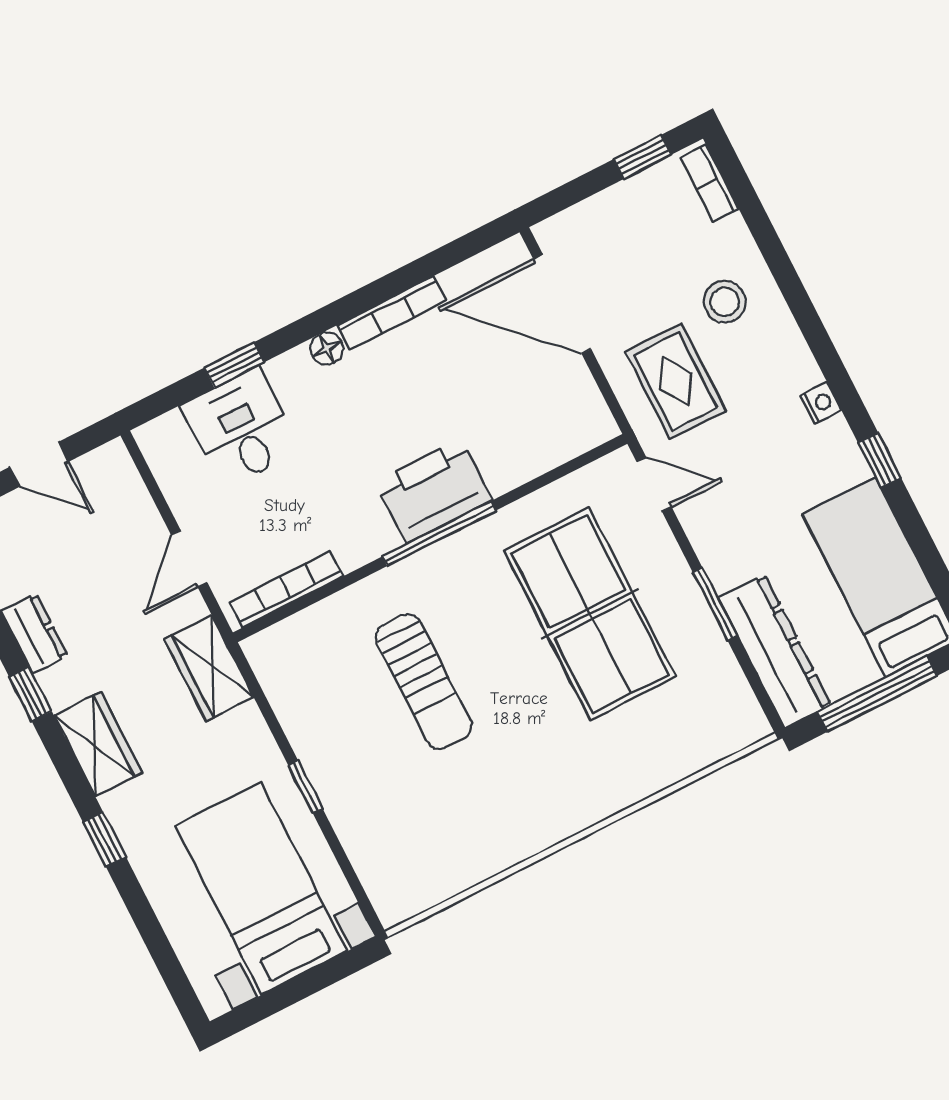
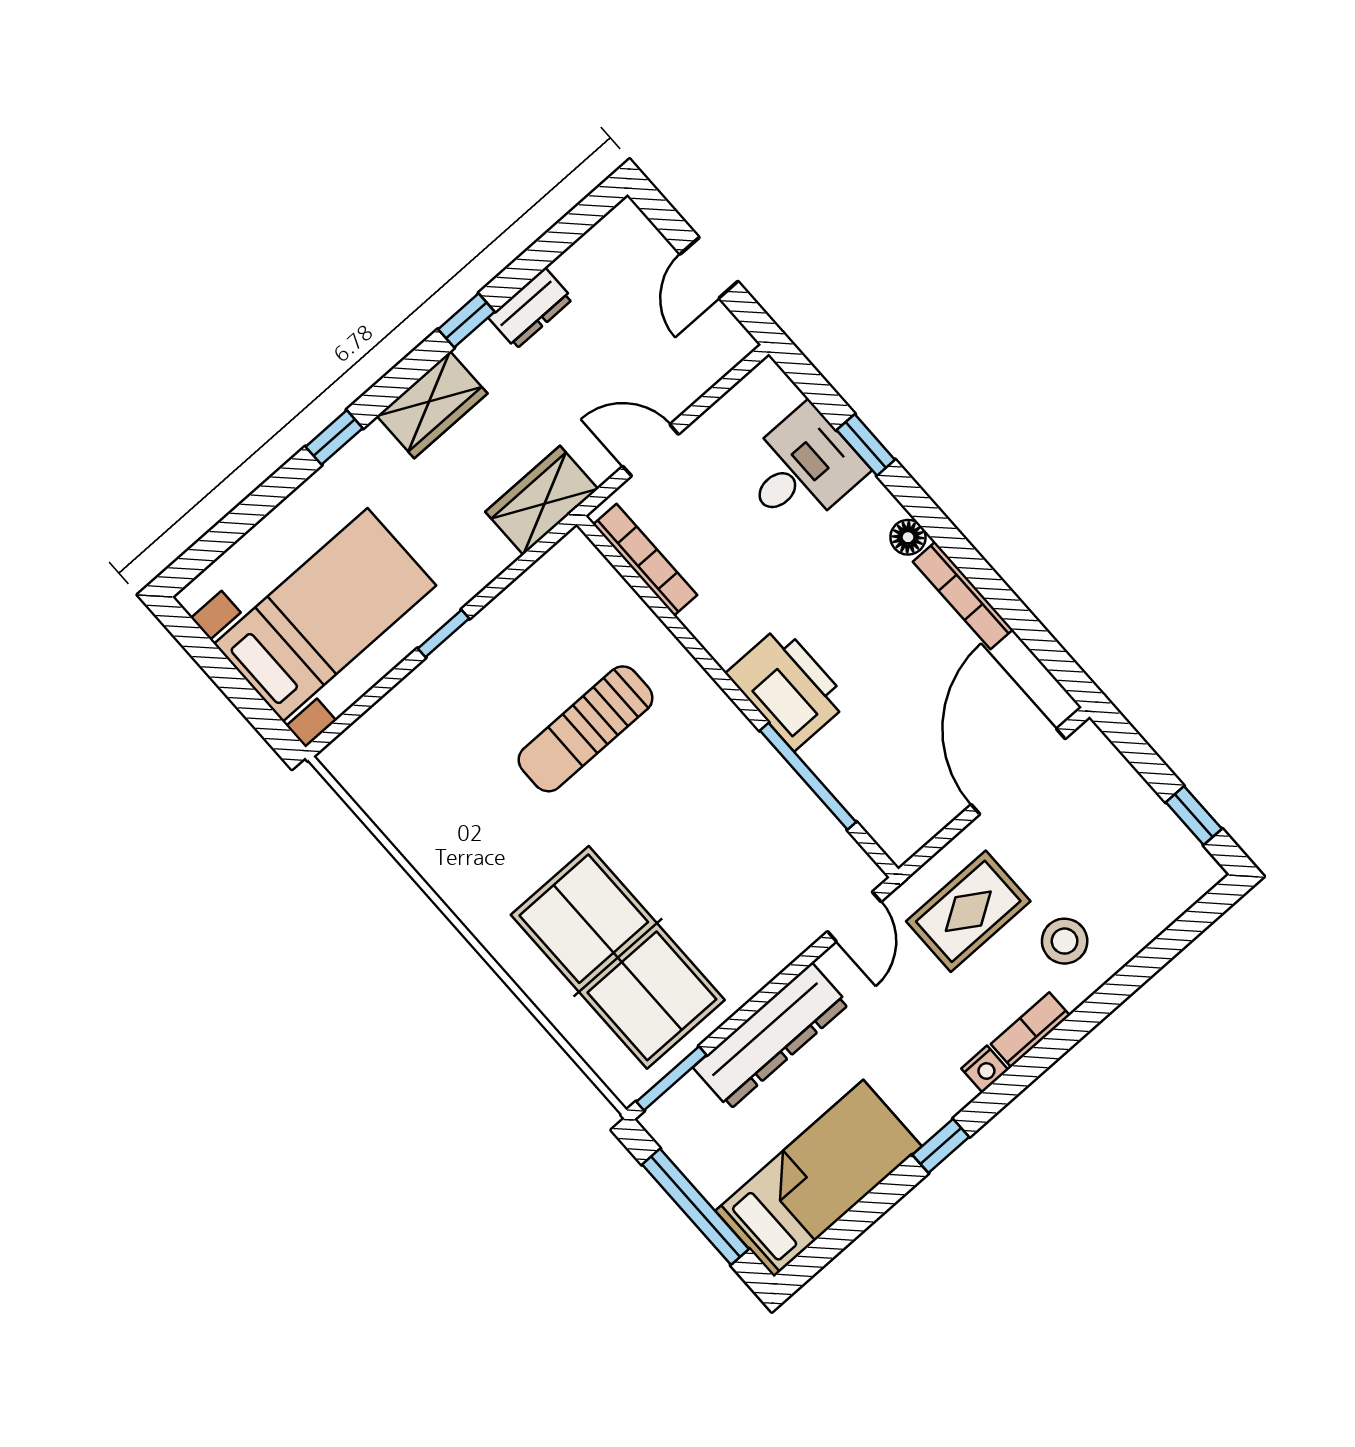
bookcase: (709, 183) -> (1030, 1030), moved
window: (439, 533) -> (808, 776), moved
window: (715, 604) -> (671, 1078), moved
table tennis table: (590, 614) -> (618, 957), moved, turned 90
dresser: (775, 651) -> (771, 1036), moved

